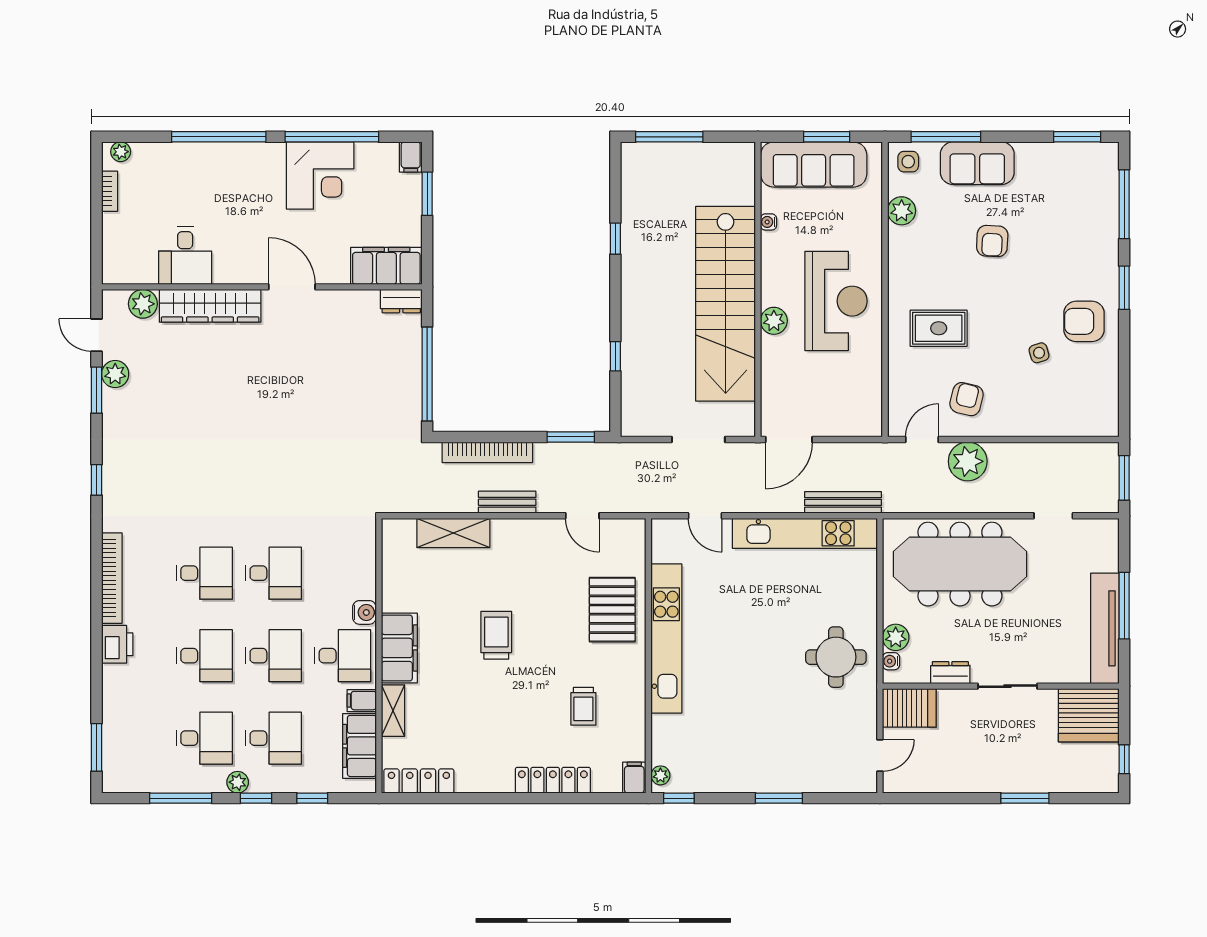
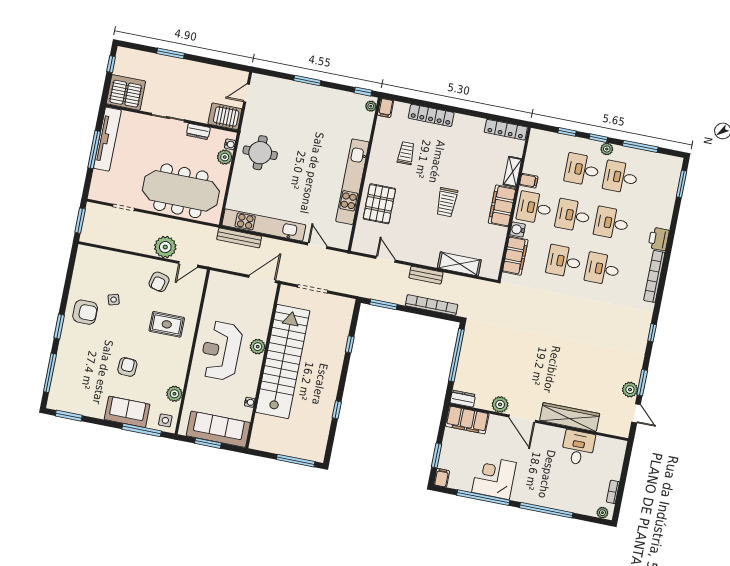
plant: (143, 304) -> (500, 404), moved
filing cabinet: (359, 746) -> (515, 256), moved

